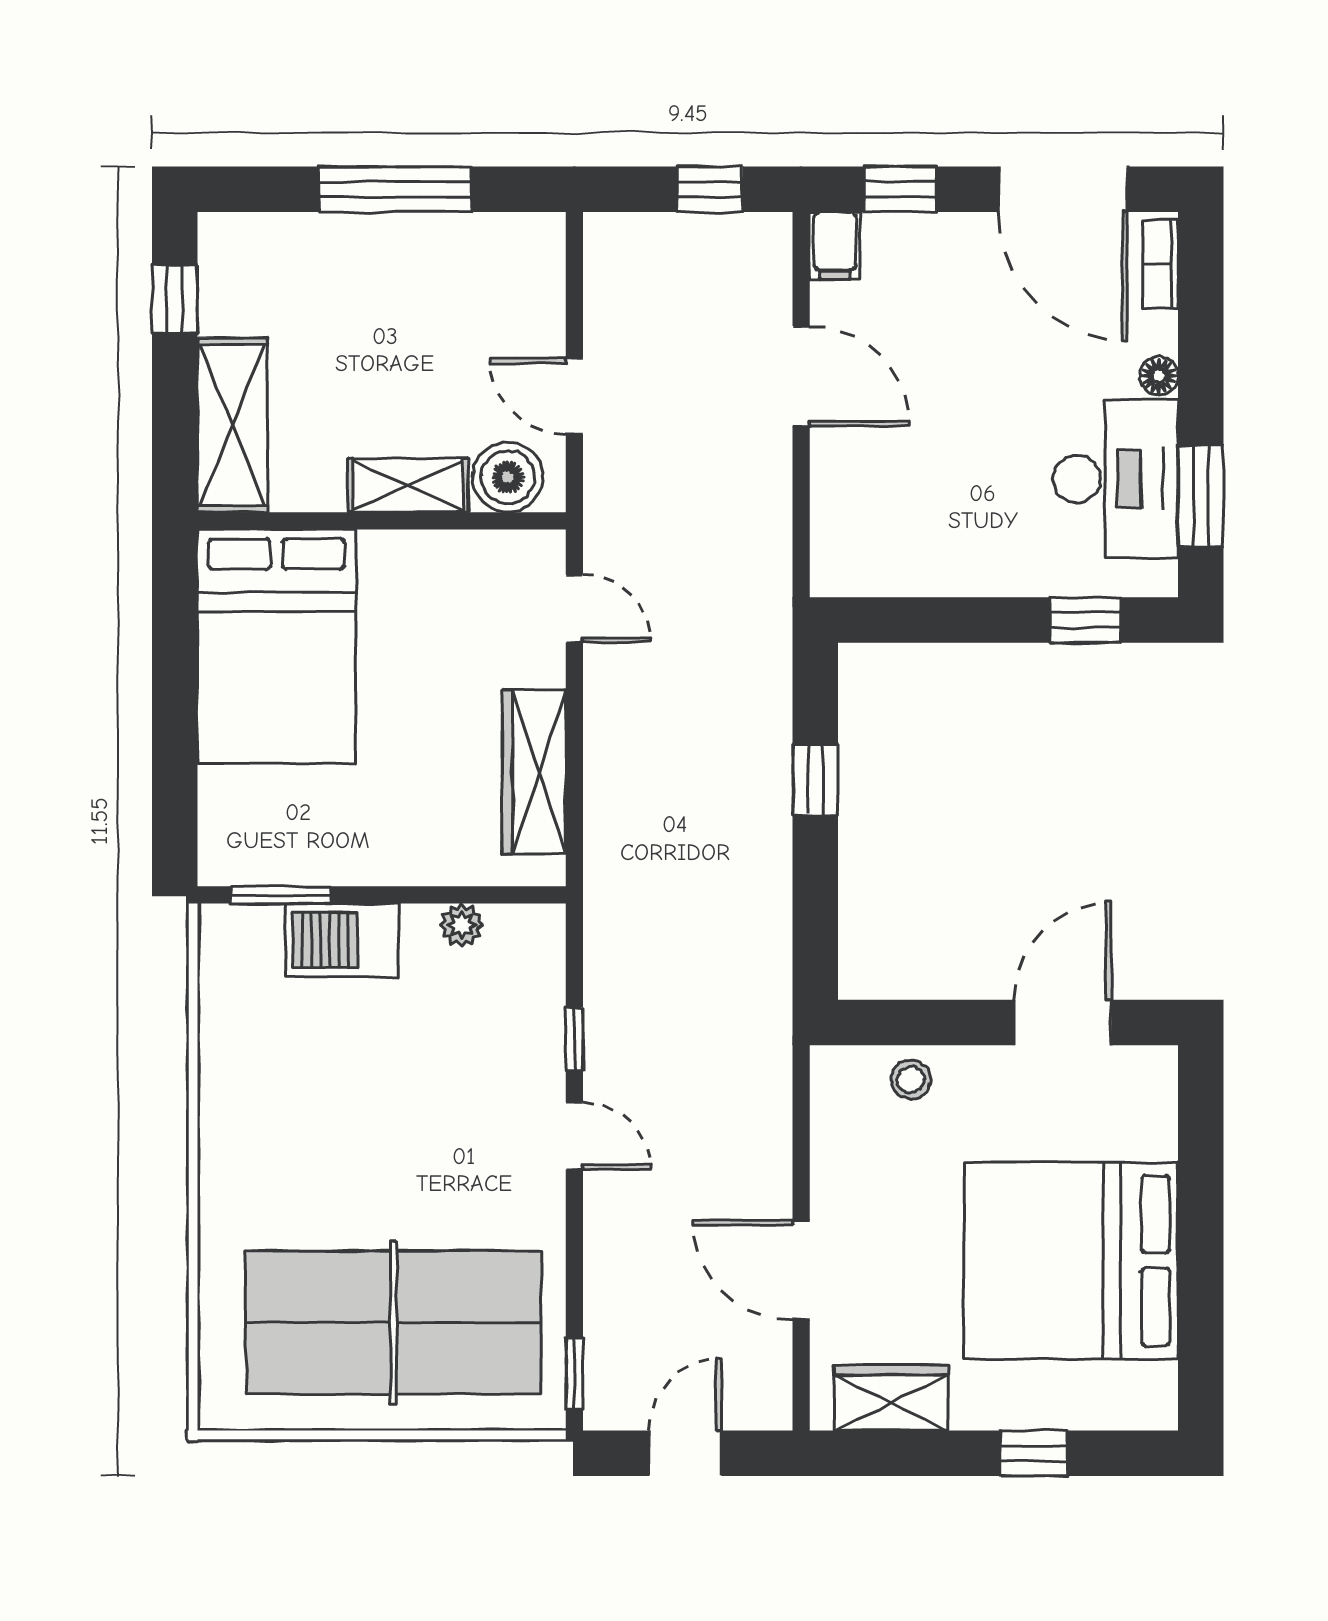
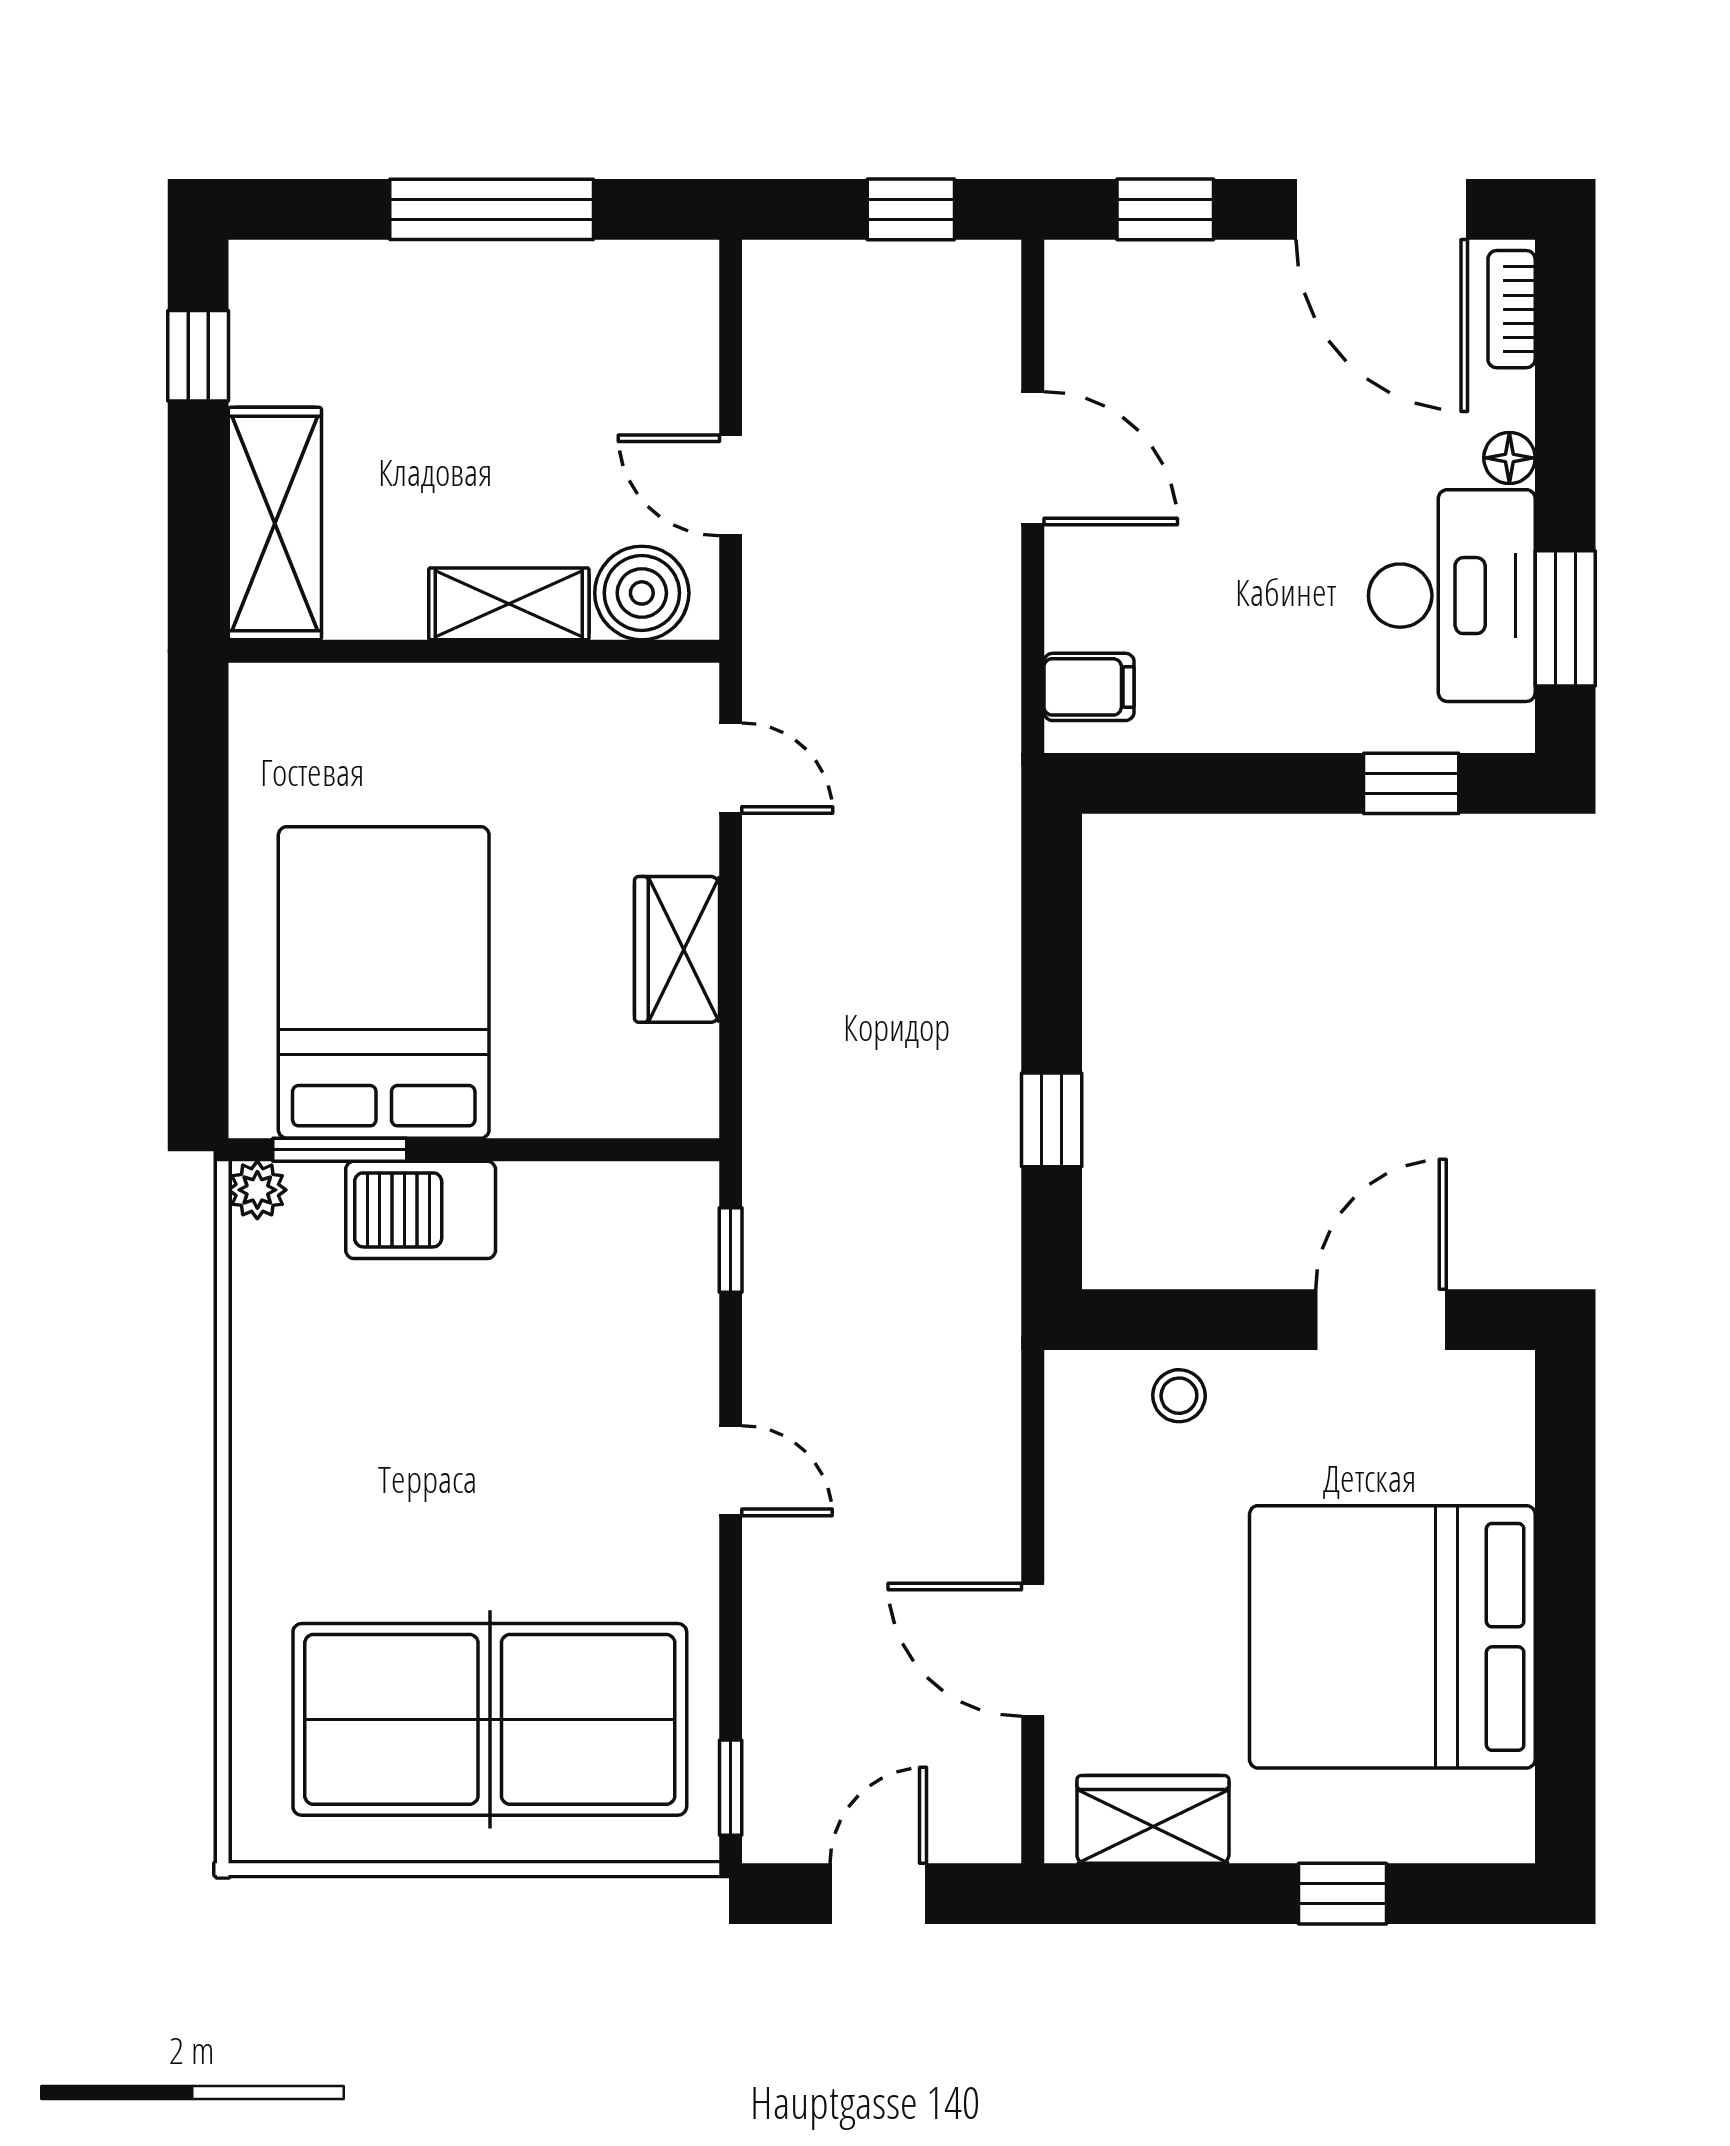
filing cabinet: (835, 246) -> (1089, 687), moved, turned -90
bed: (276, 646) -> (384, 982), moved, turned 180
wardrobe: (534, 772) -> (677, 949), width x0.67
window: (815, 780) -> (1052, 1120), moved
plant: (462, 925) -> (257, 1190), moved
window: (574, 1039) -> (731, 1250), moved

